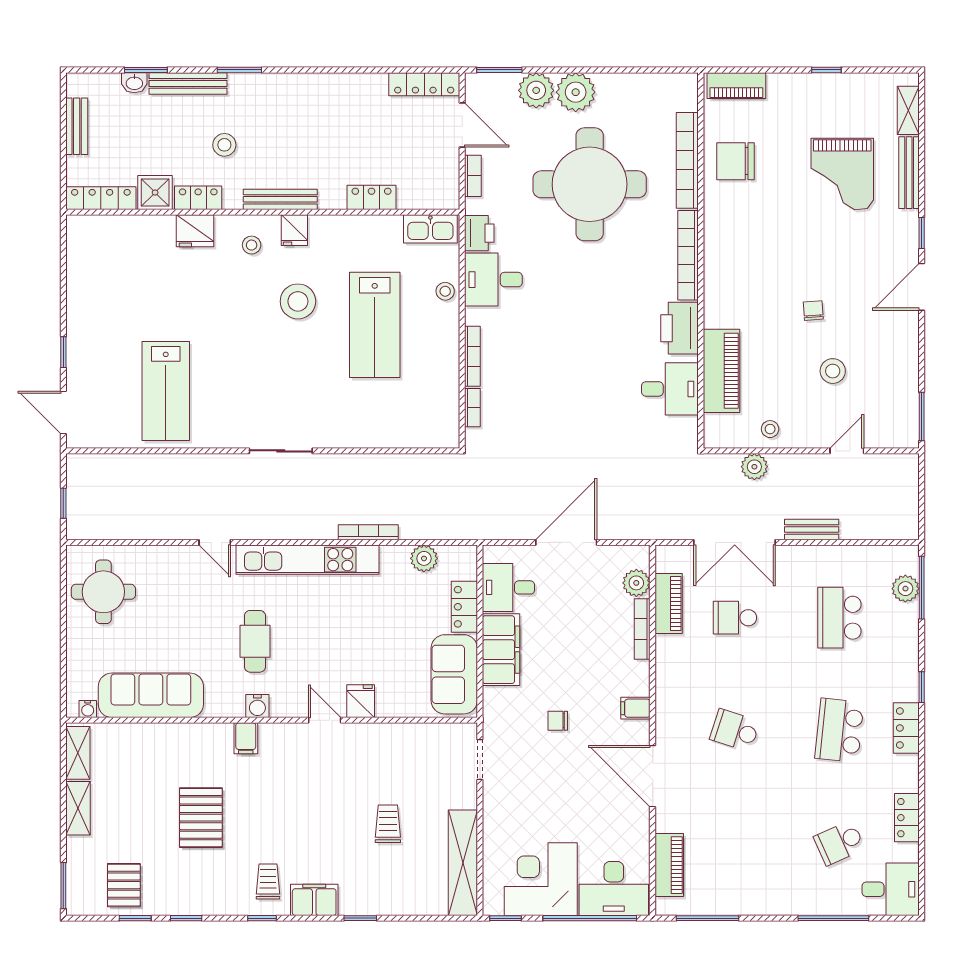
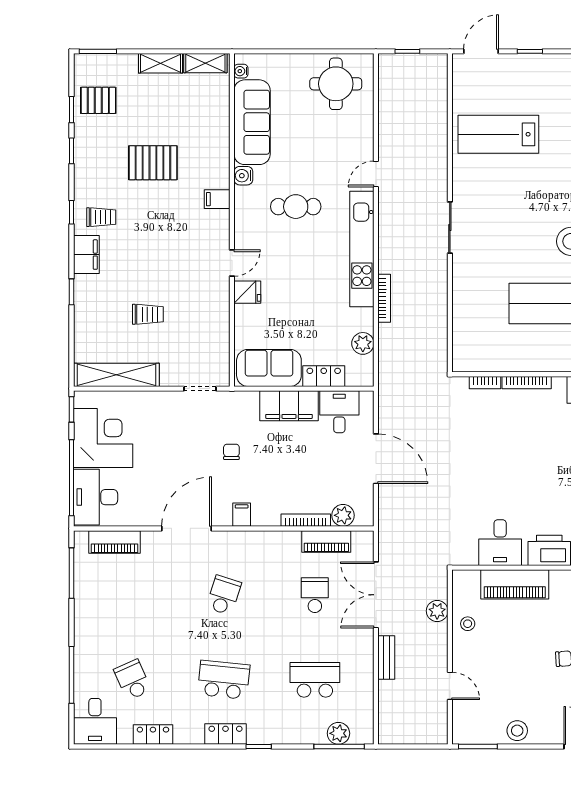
stool: (833, 371) -> (517, 731), moved
water cooler: (257, 706) -> (243, 176), moved

